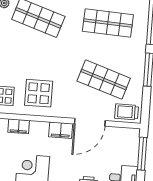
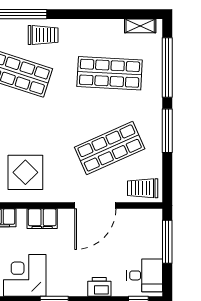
shop shelf: (104, 80) -> (110, 148), turned -42
filing cabinet: (61, 130) -> (42, 219), moved

